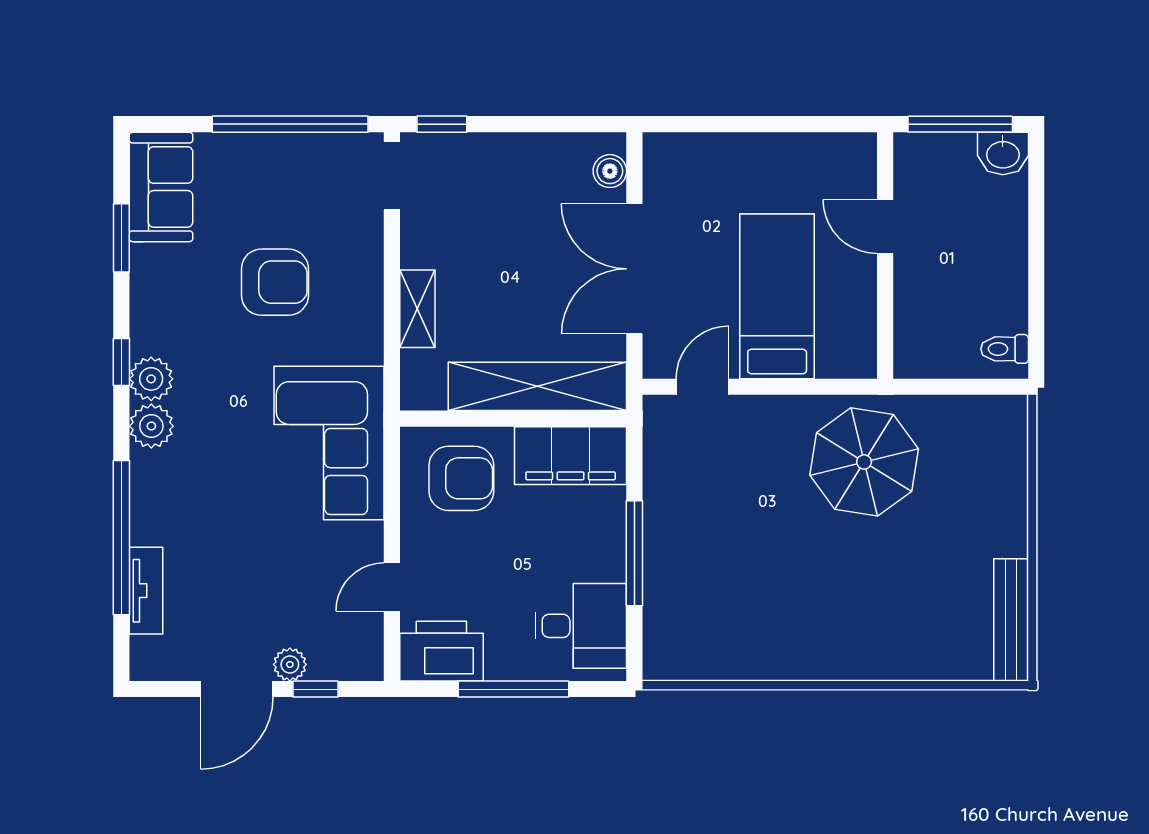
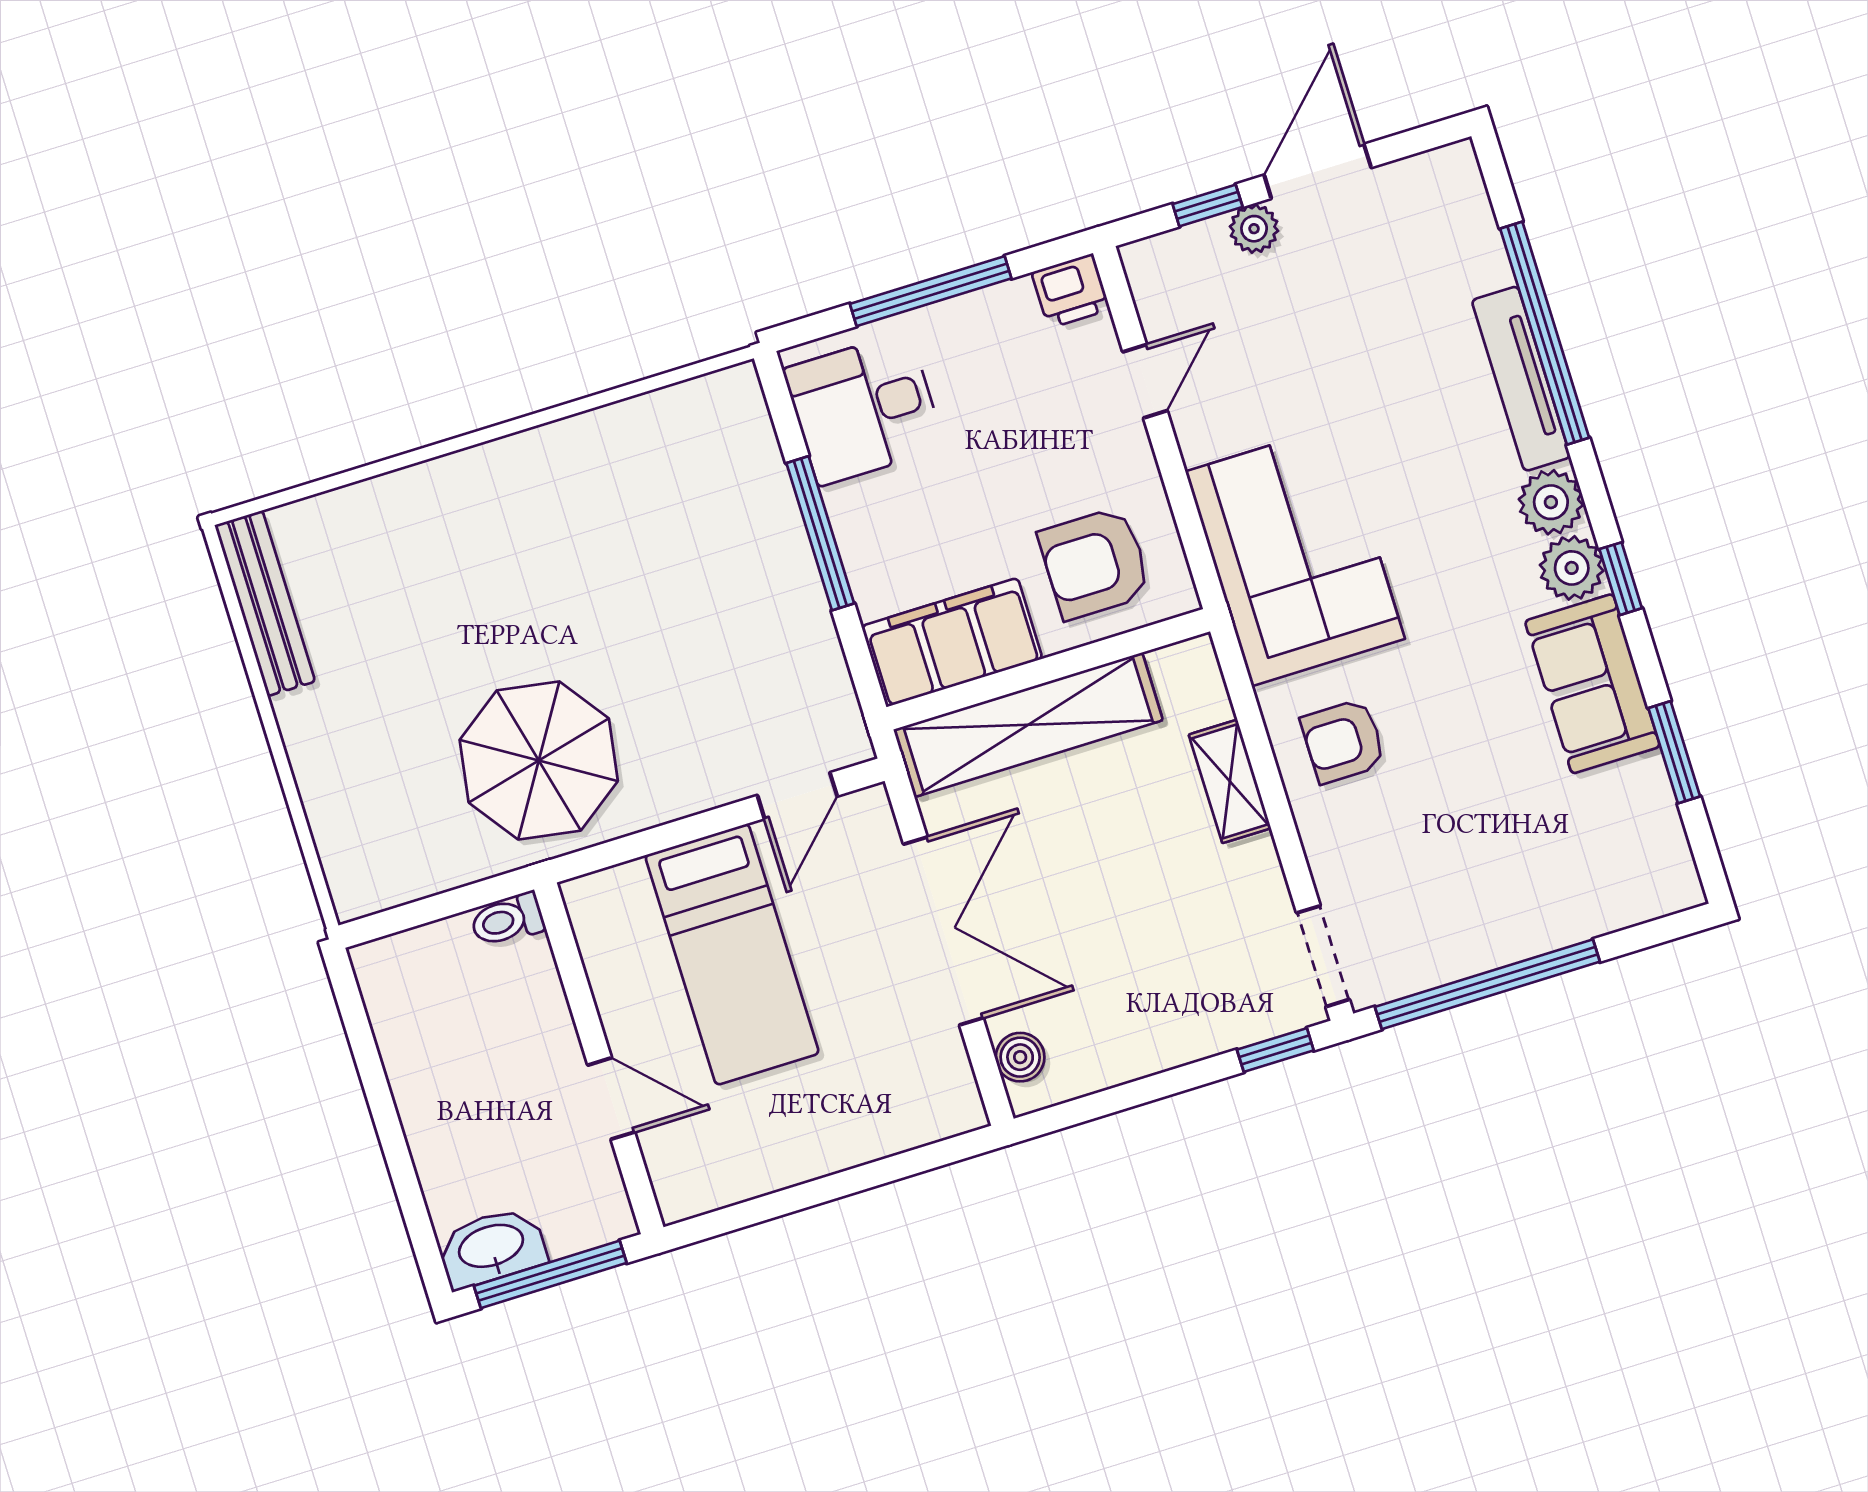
washbasin: (1003, 154) -> (492, 1248), width x1.38
sofa: (161, 187) -> (1592, 684), moved
armchair: (275, 282) -> (1343, 741), moved, width x0.72, depth x0.72
toilet: (1005, 349) -> (507, 920), moved, turned 180
tv unit: (146, 591) -> (1521, 379), moved, width x1.41
printer: (441, 651) -> (1071, 291), width x0.53, depth x0.68

